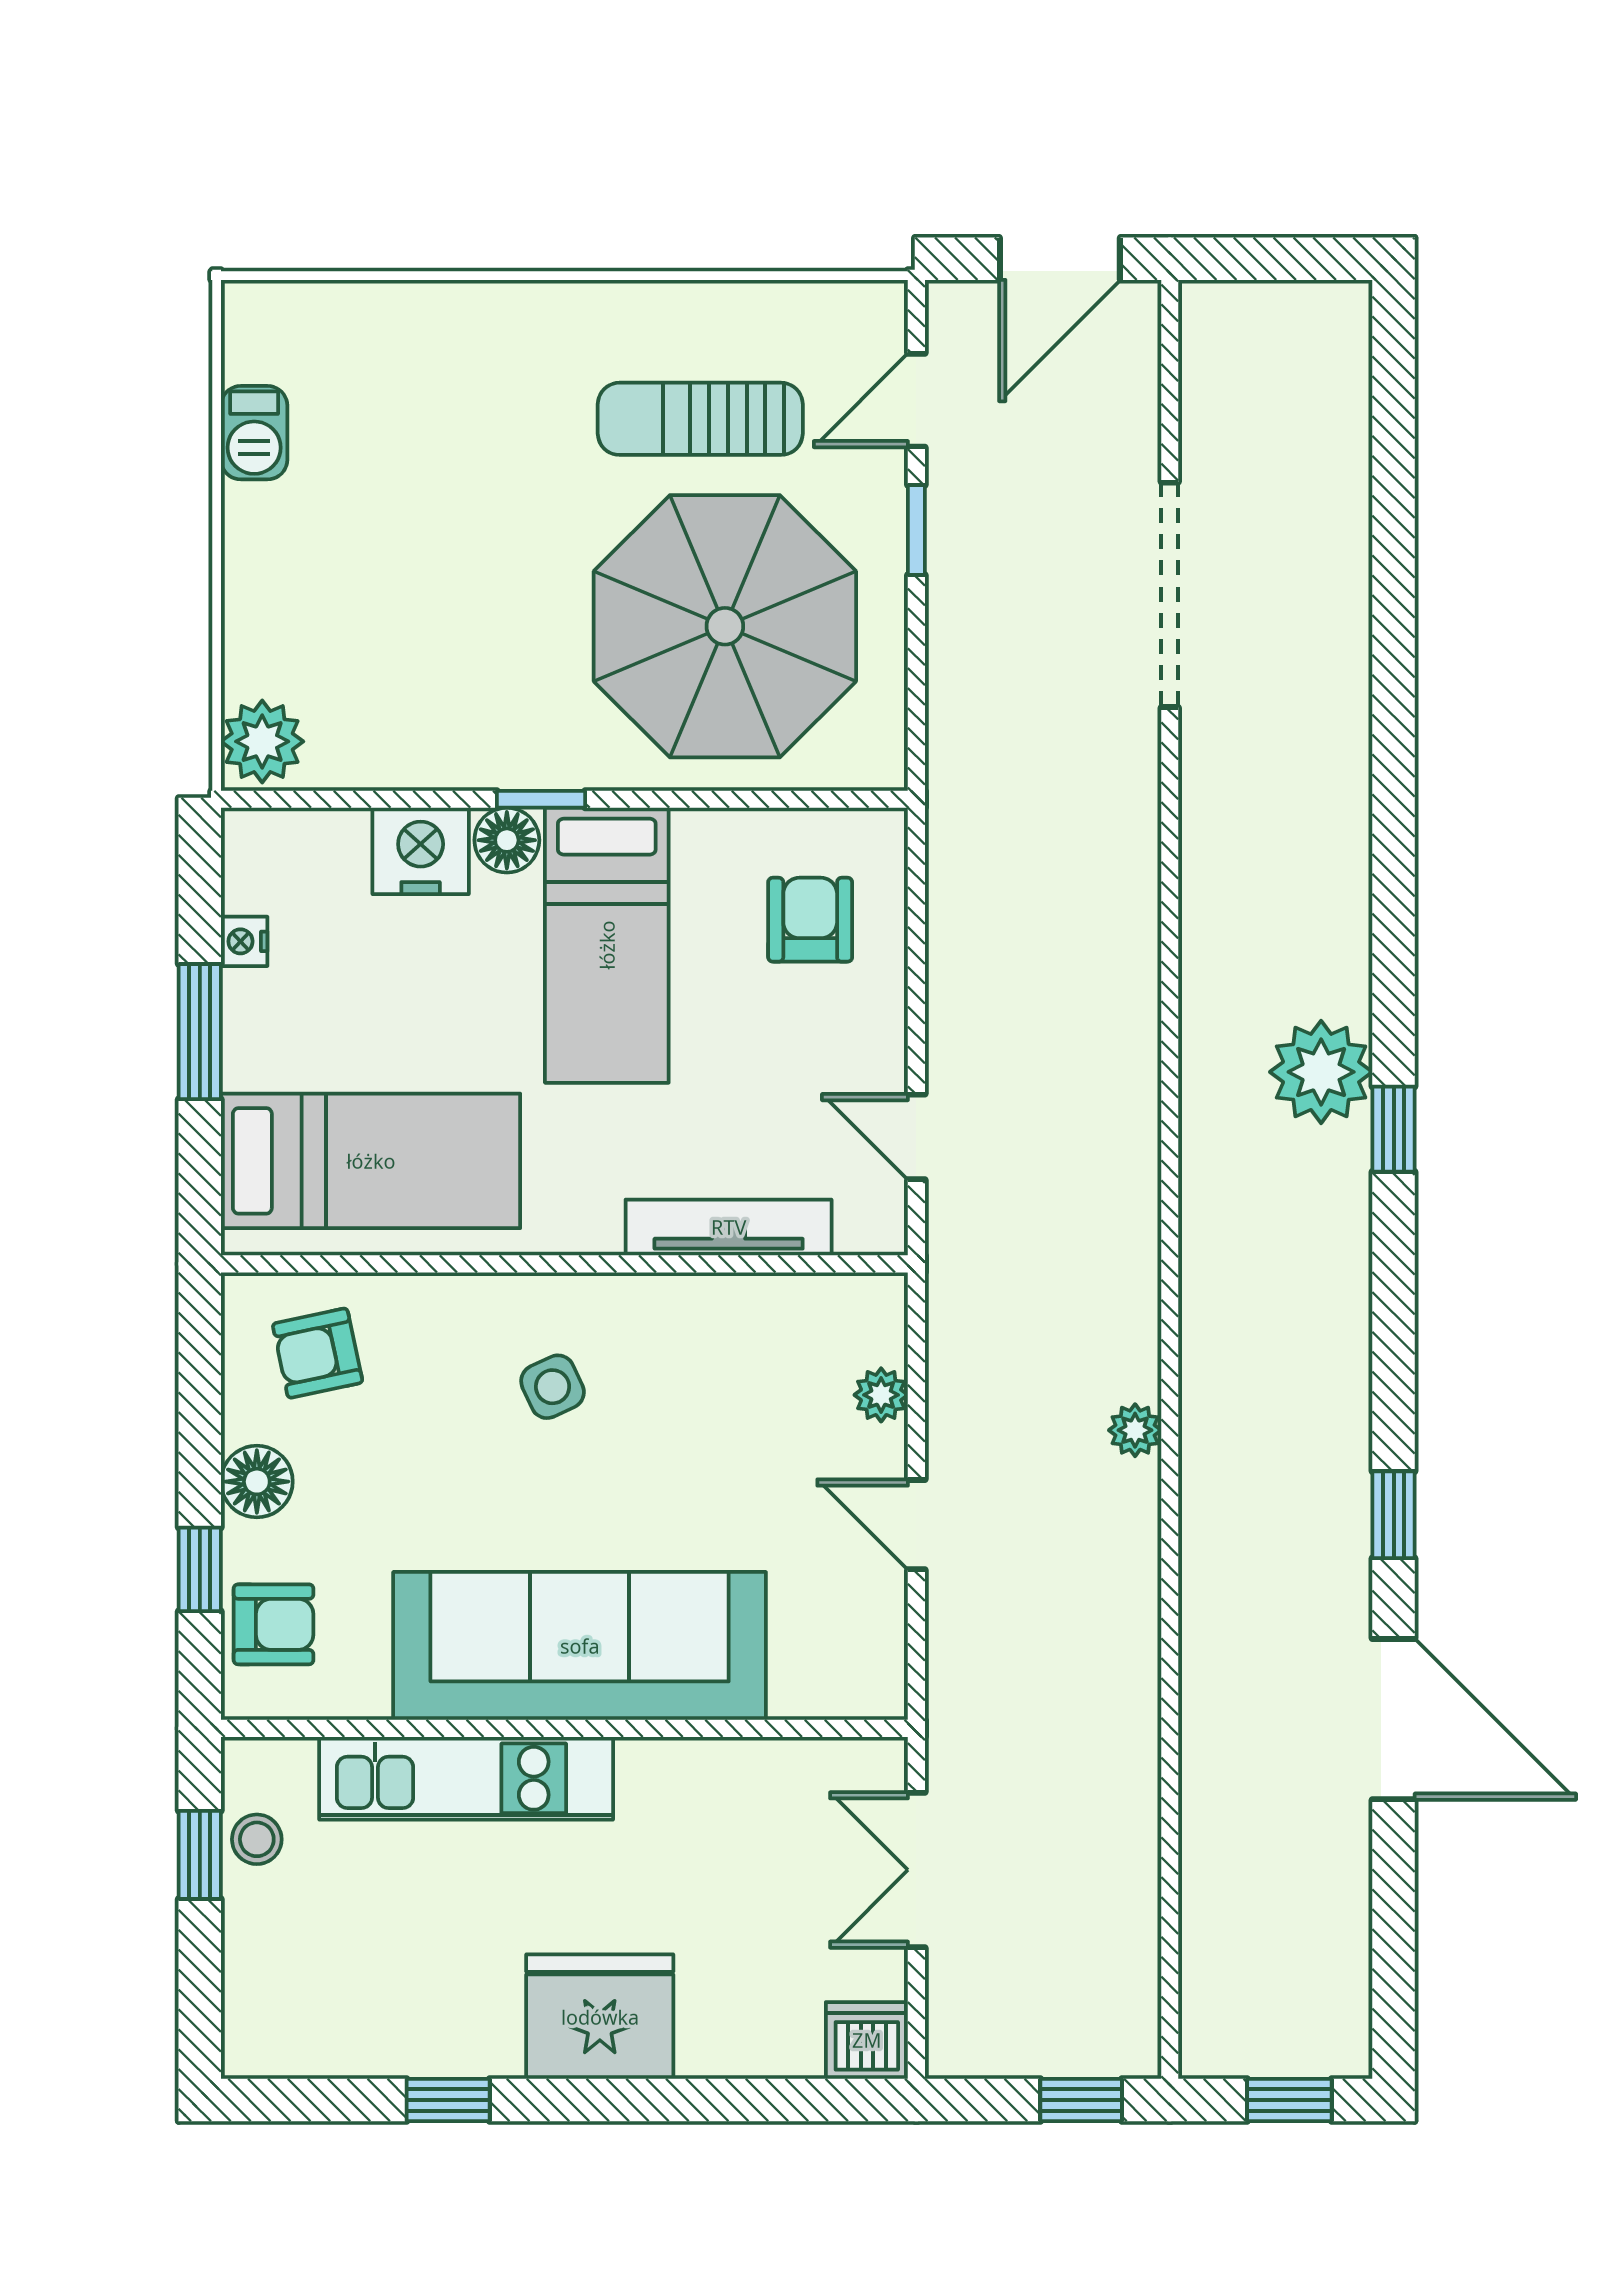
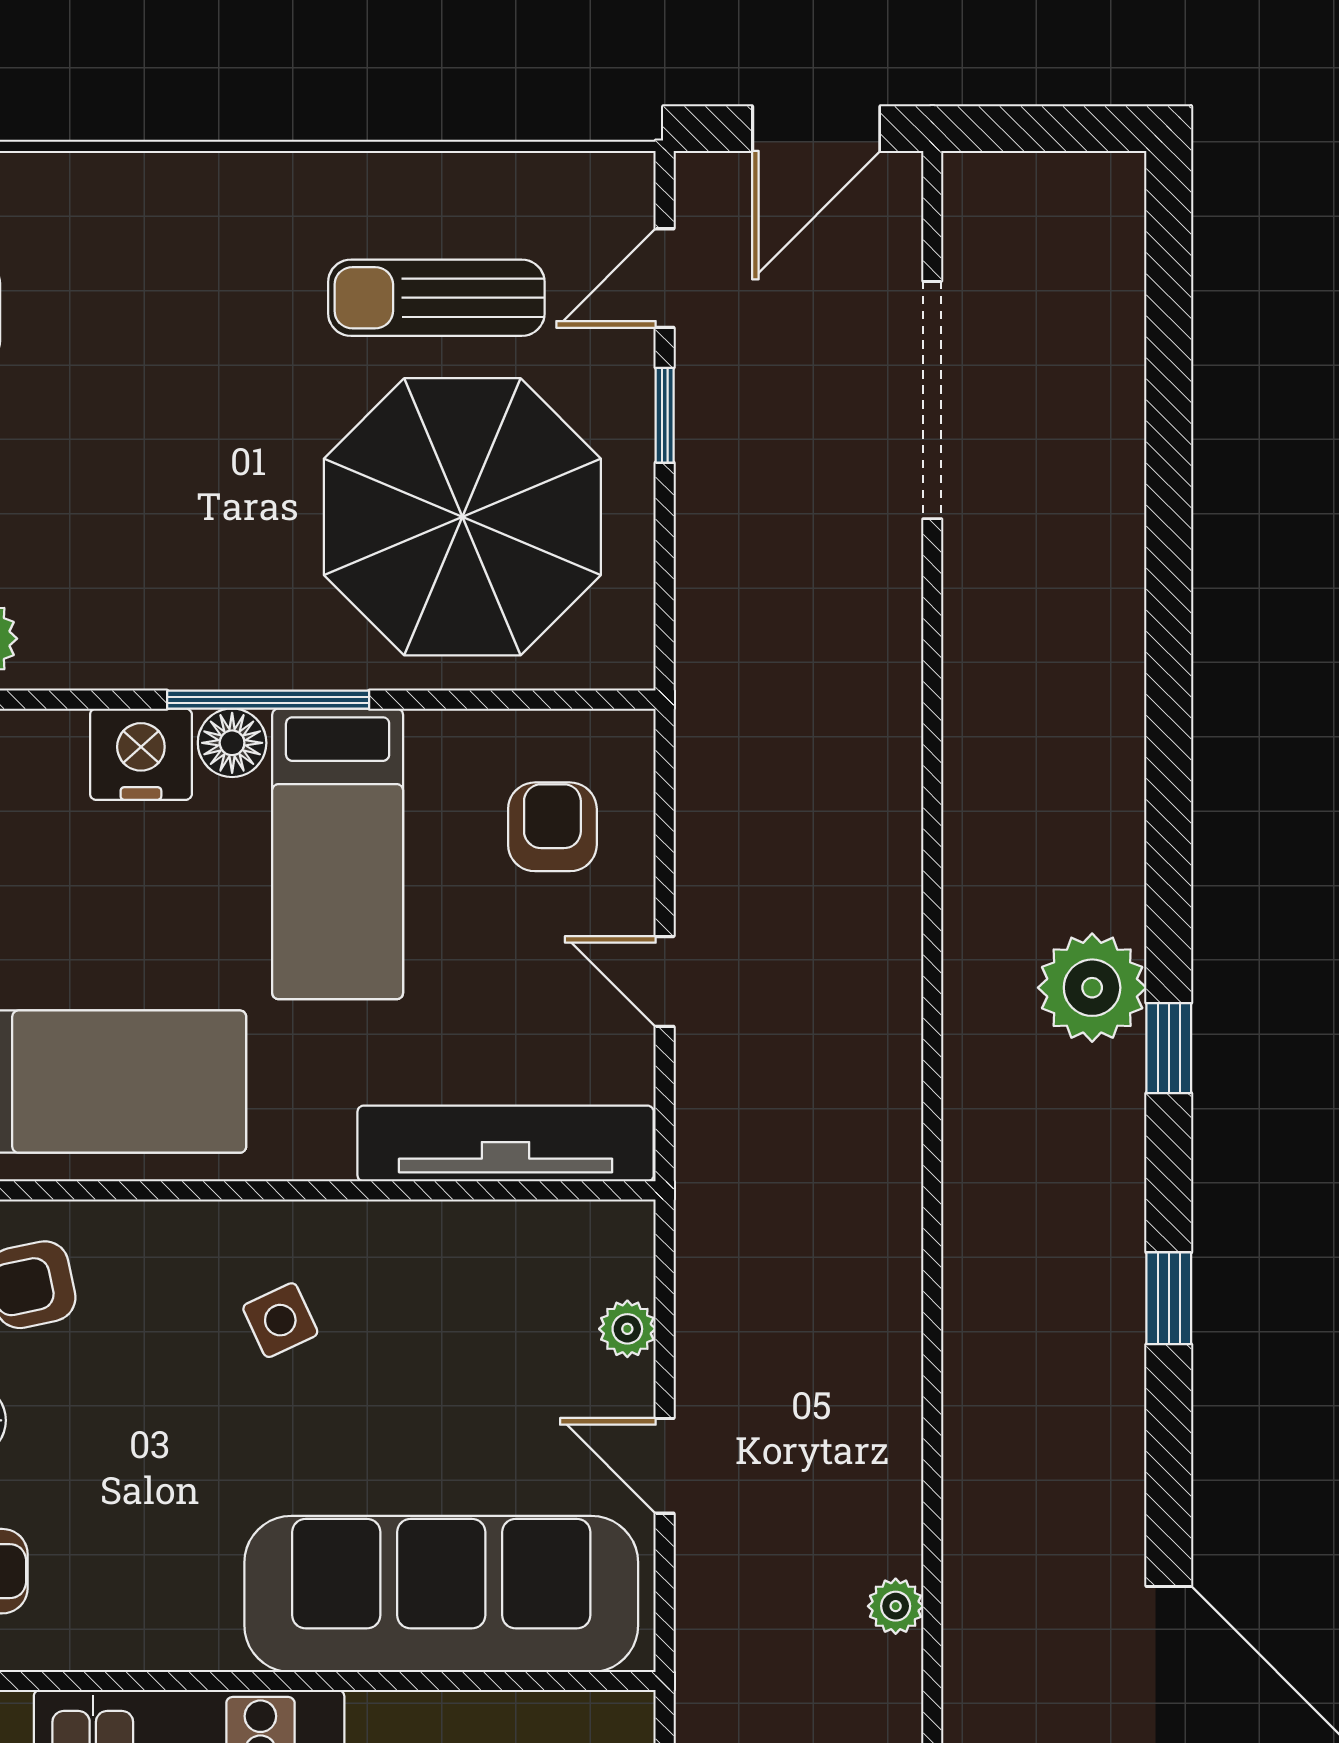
doorway: (1170, 595) -> (932, 400), moved
window: (541, 799) -> (268, 700), width x2.17
door: (916, 1137) -> (665, 981), moved
tv unit: (729, 1227) -> (506, 1144), width x1.36, depth x1.29
plant: (1135, 1430) -> (896, 1606), moved
window: (1394, 1515) -> (1169, 1298), moved
sofa: (580, 1646) -> (441, 1594), moved

